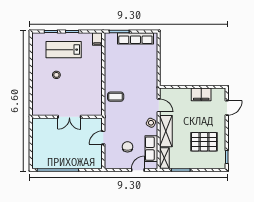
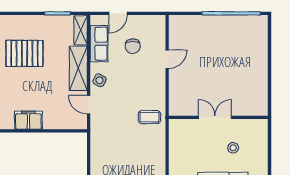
wall: (67, 117) -> (218, 117), moved
double door: (69, 117) -> (215, 117), moved

